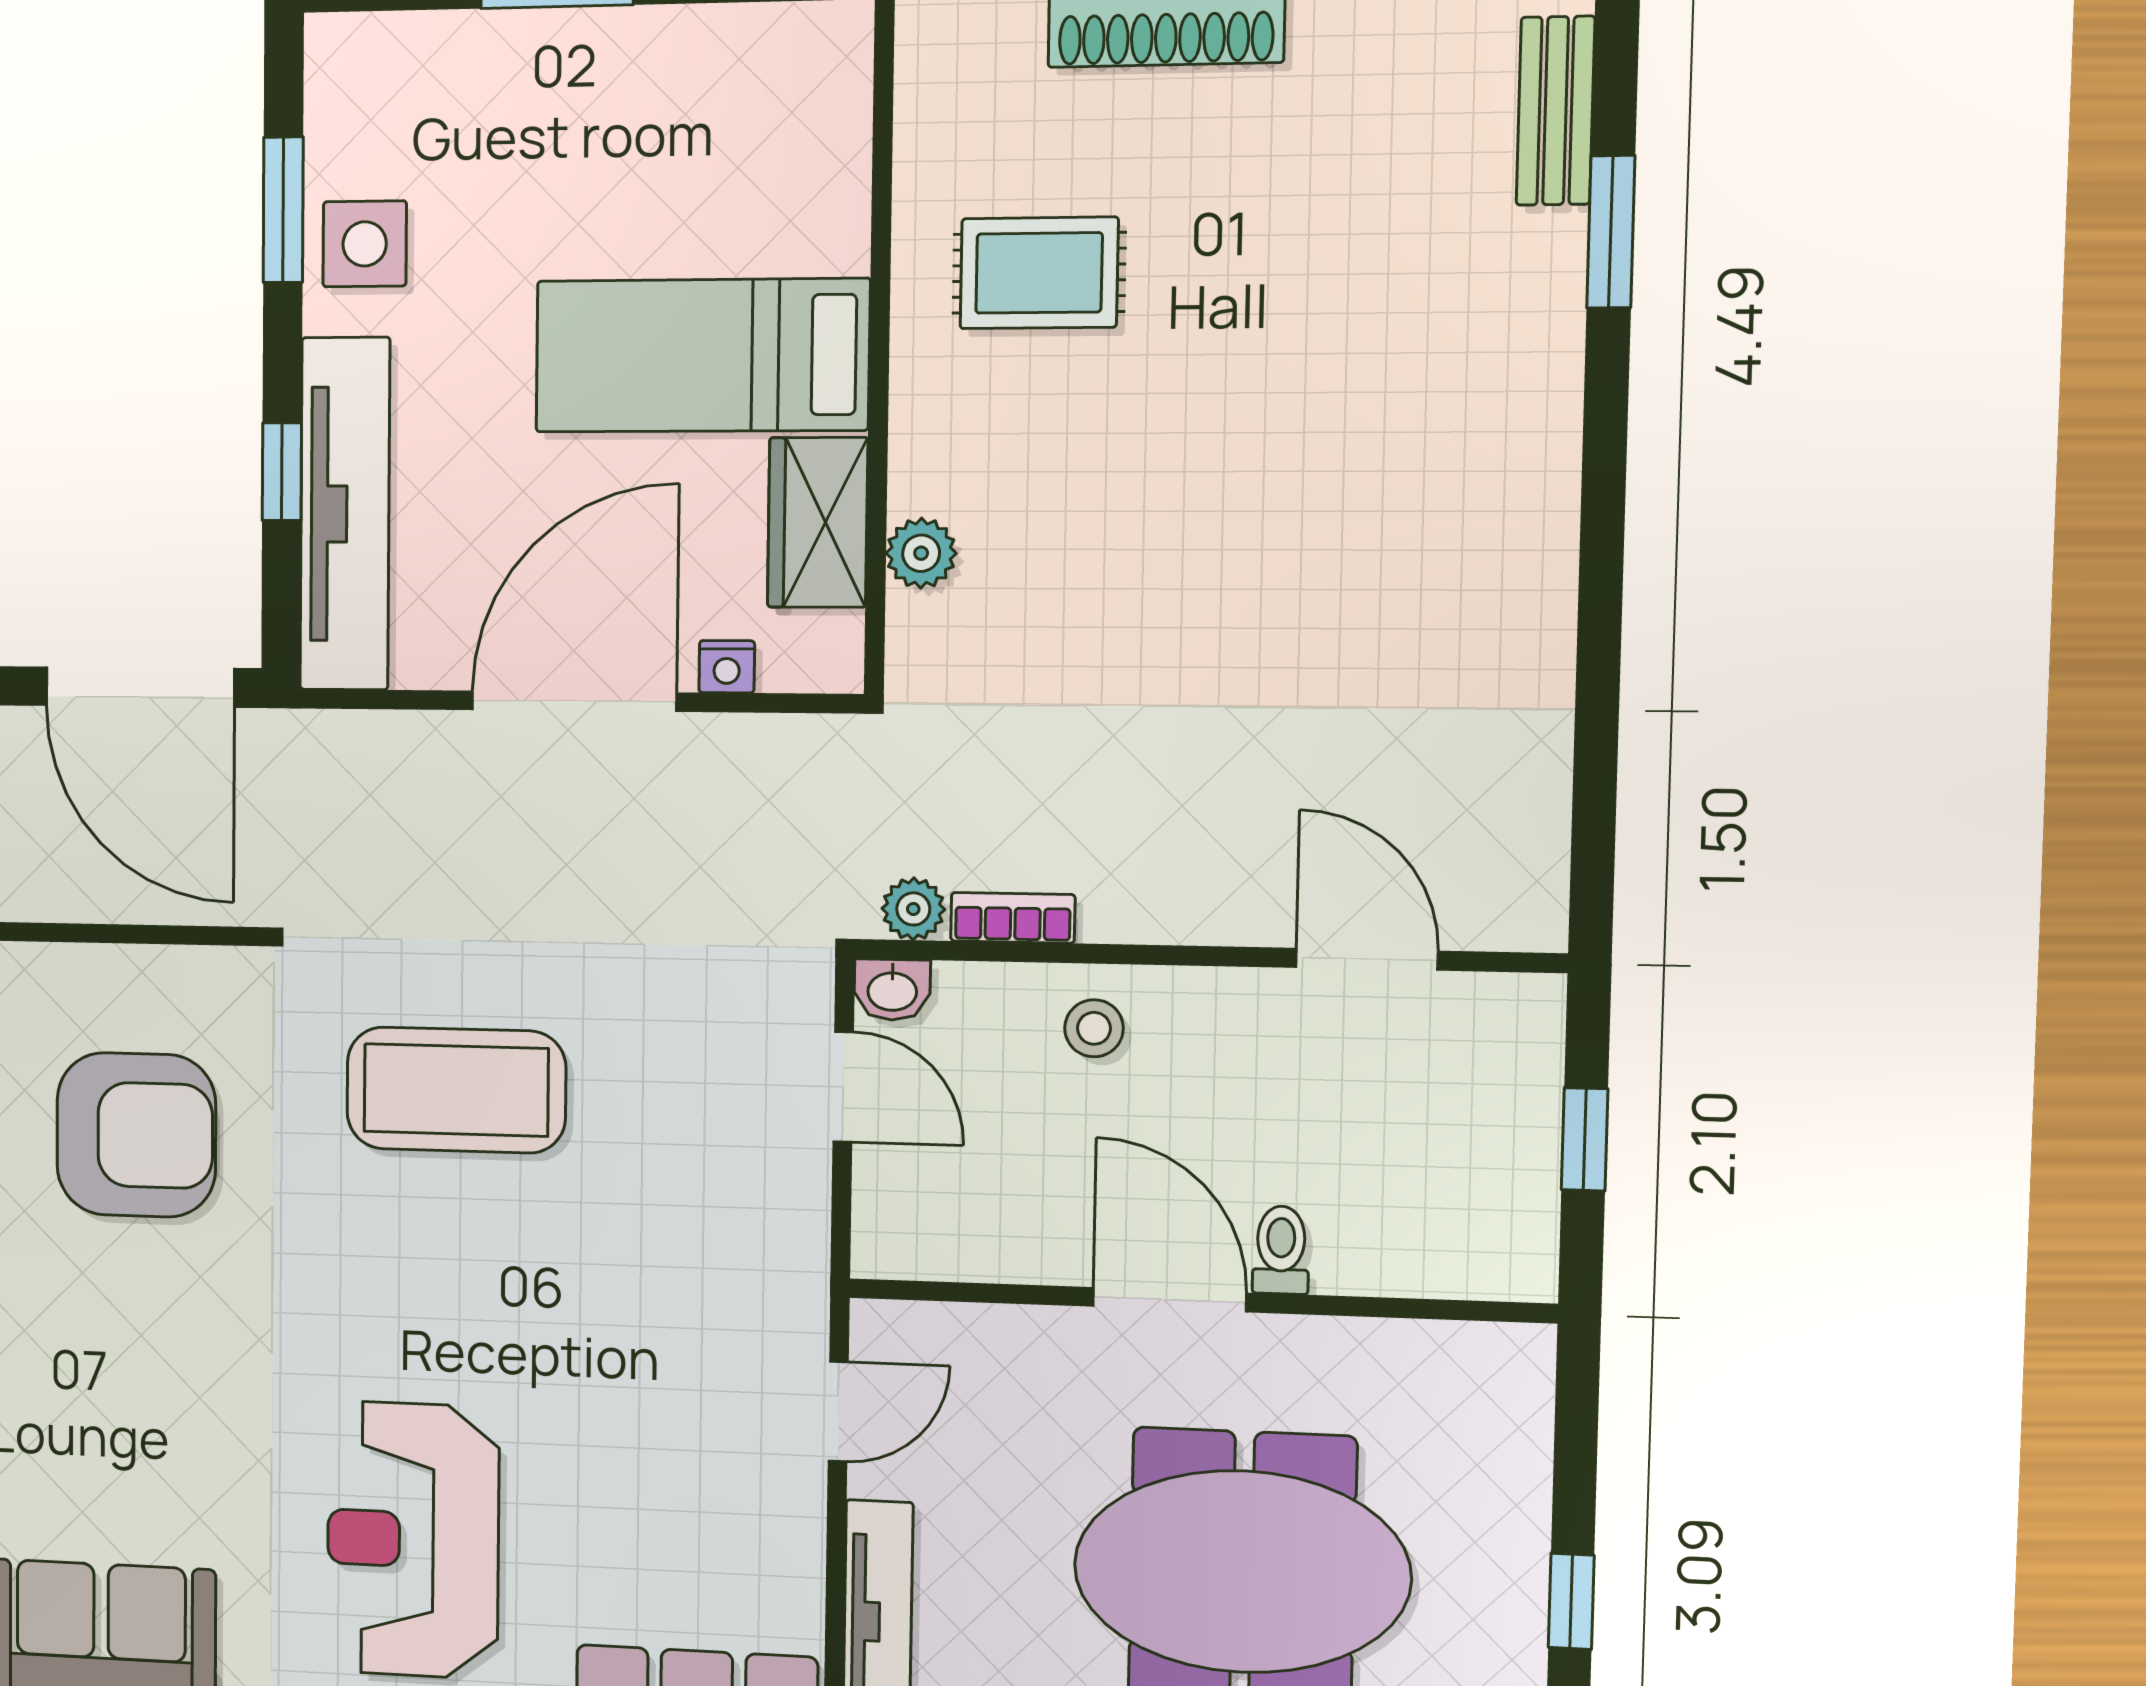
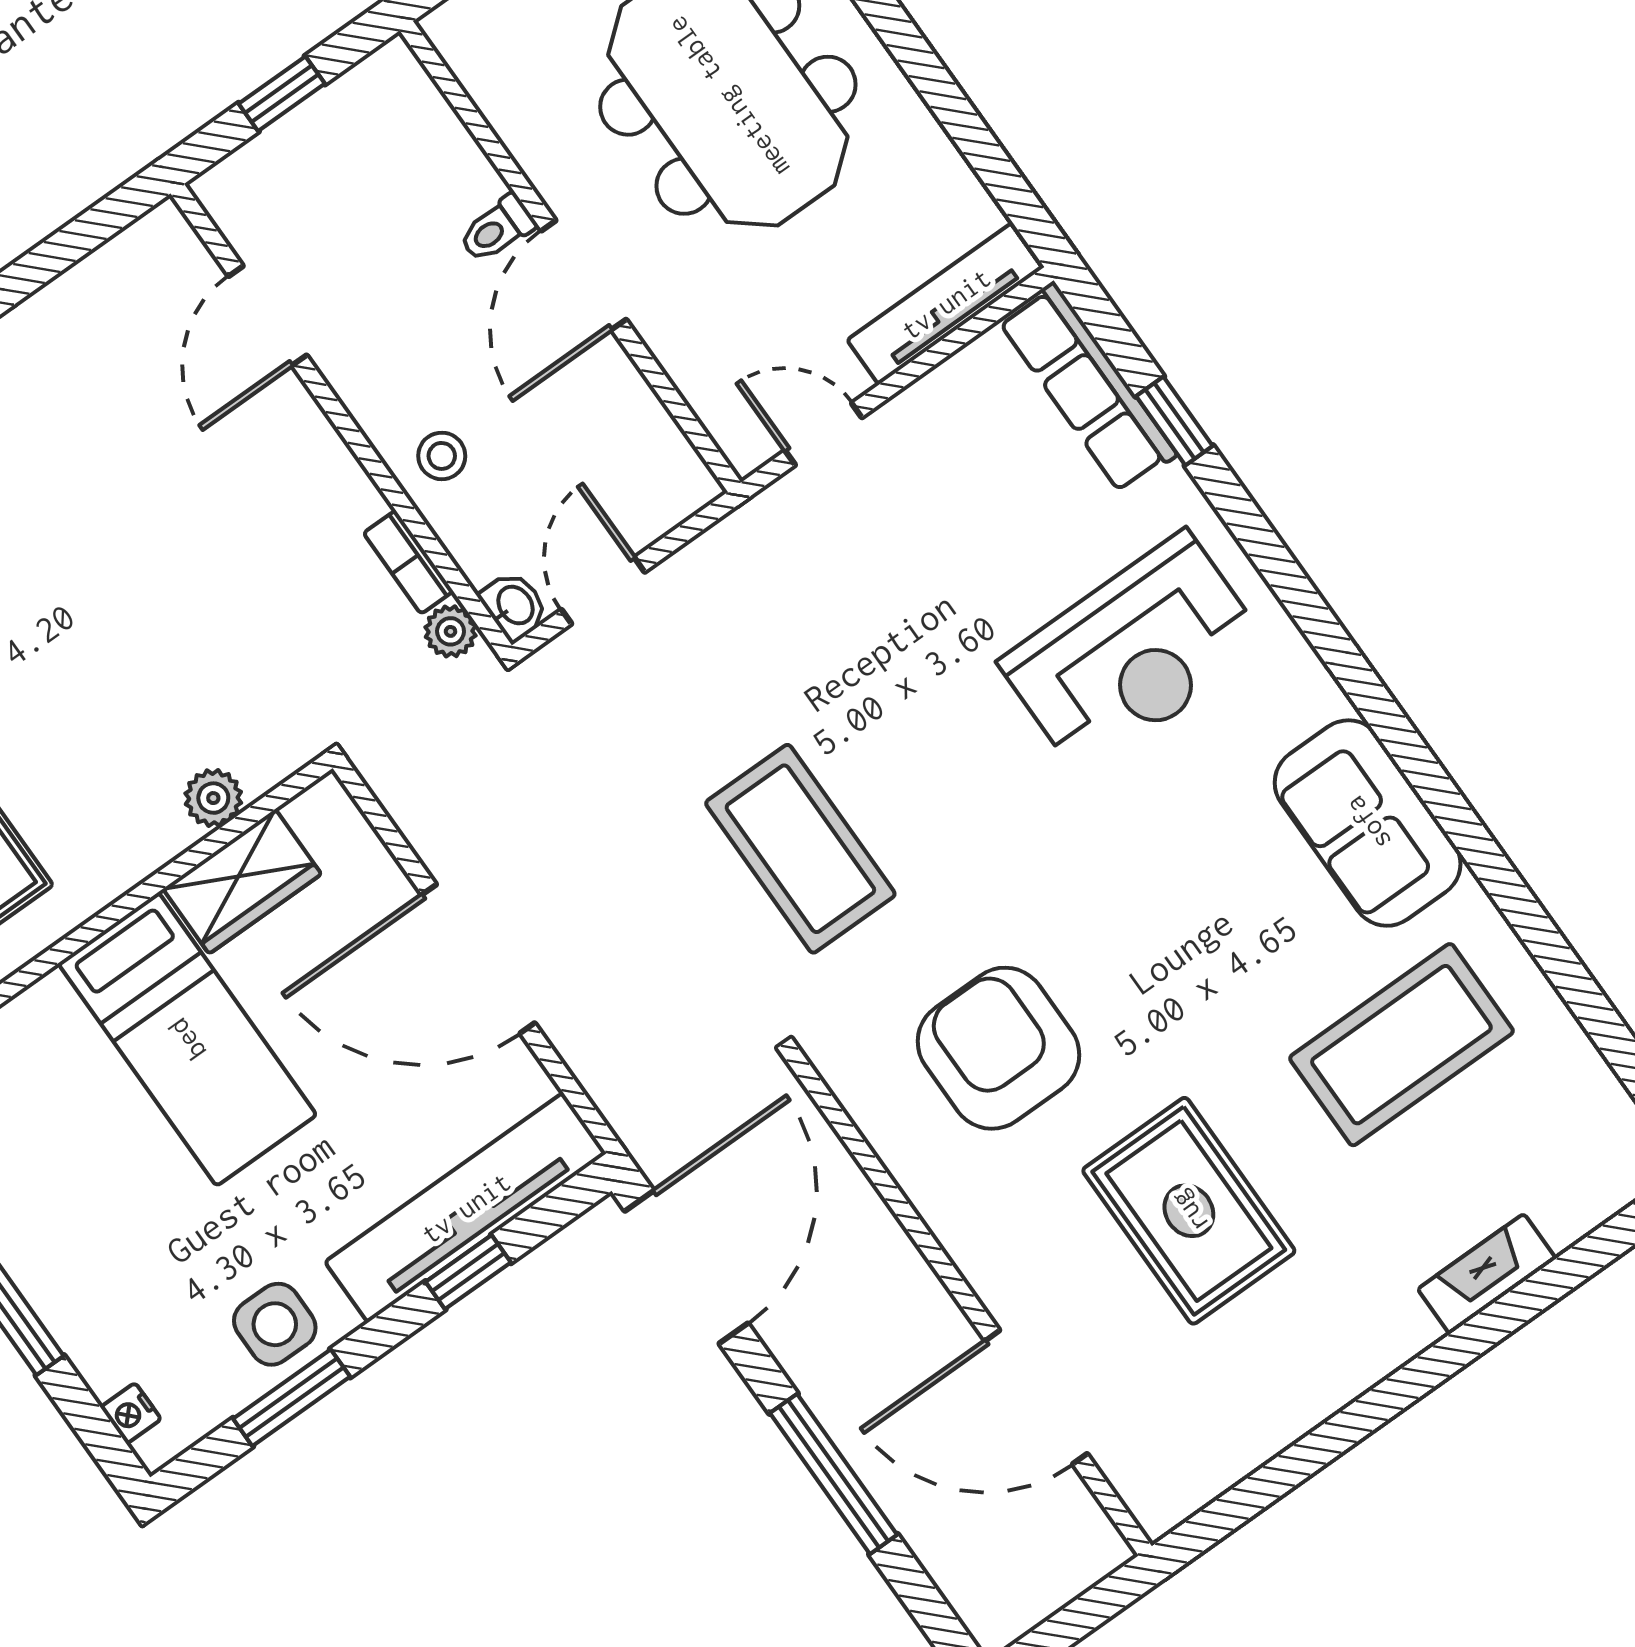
nightstand: (727, 667) -> (131, 1413), moved, turned 180

